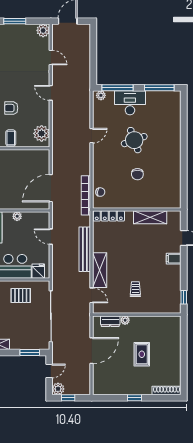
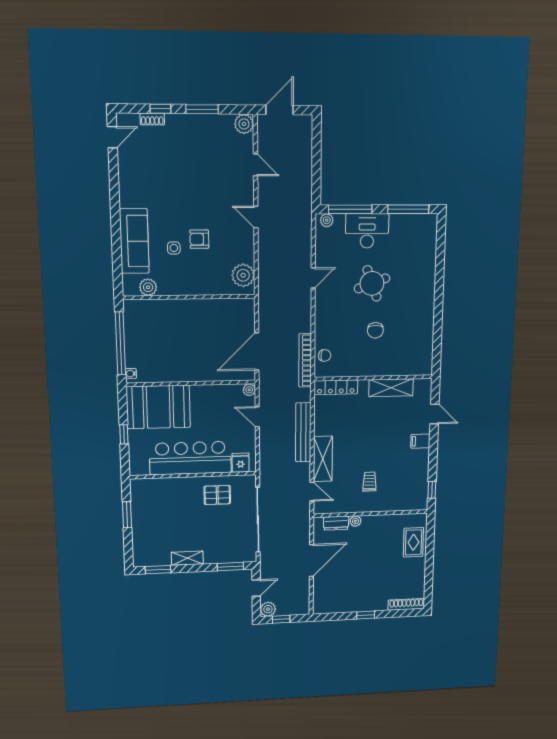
coffee table: (11, 138) -> (200, 282), removed
plant: (17, 216) -> (249, 390), moved
rug: (142, 354) -> (413, 542), moved

